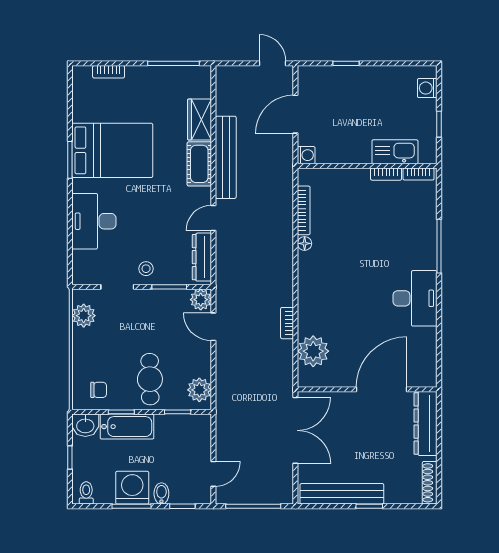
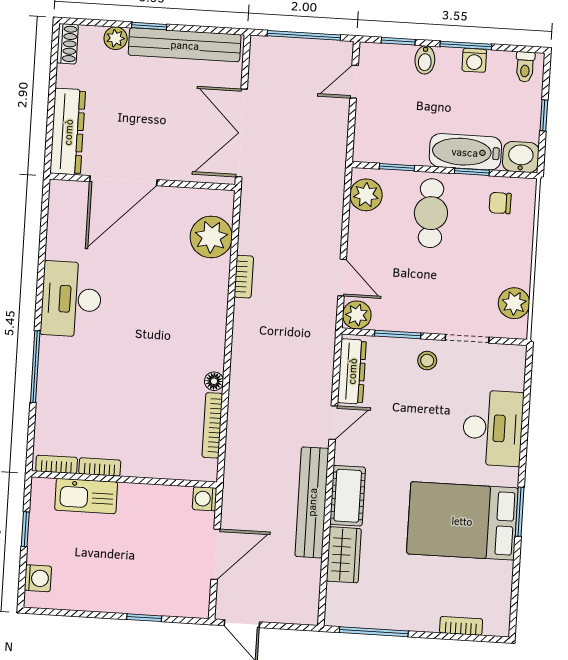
shoe rack: (430, 483) -> (67, 44), width x0.70
washing machine: (132, 488) -> (474, 60), width x0.53, depth x0.53
plant: (394, 496) -> (116, 38), added

